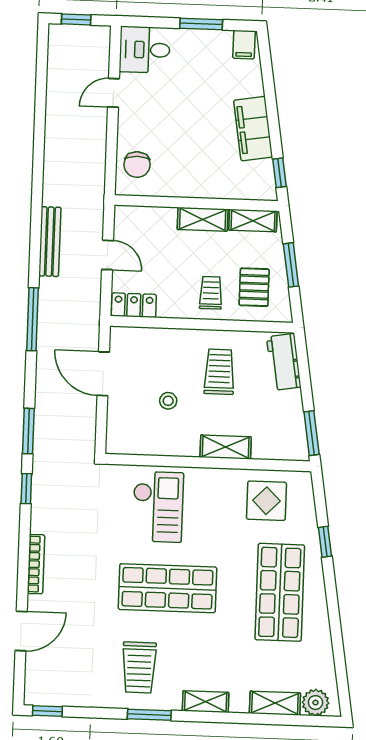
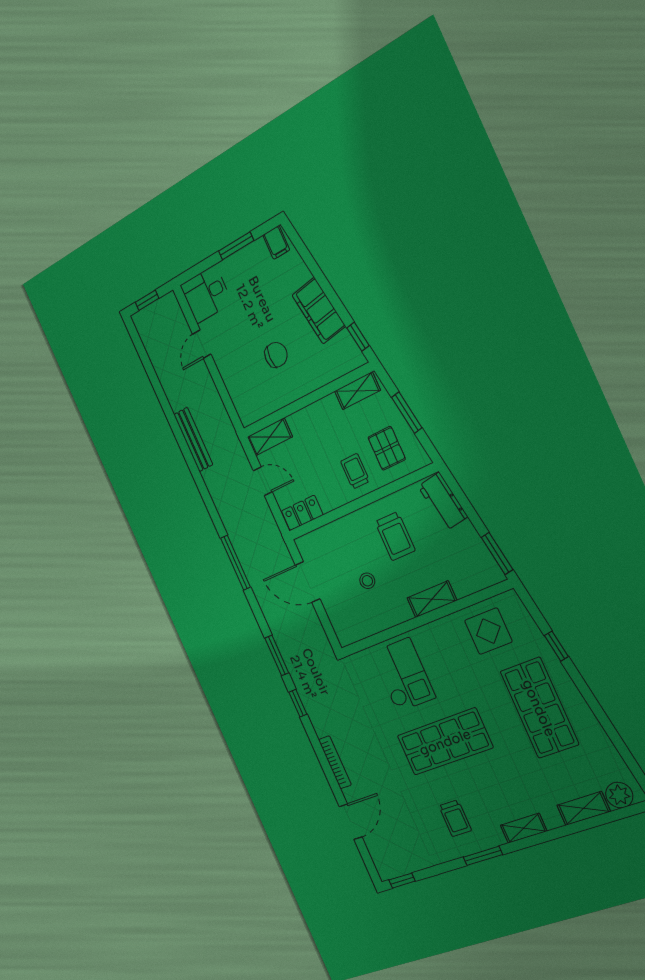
chair: (137, 165) -> (276, 355), moved, turned -90
shelving: (203, 219) -> (270, 437), moved
bench: (50, 242) -> (193, 440), moved
trolley: (219, 372) -> (395, 536), turned 180
trolley: (139, 667) -> (455, 818), width x0.73, depth x0.72

